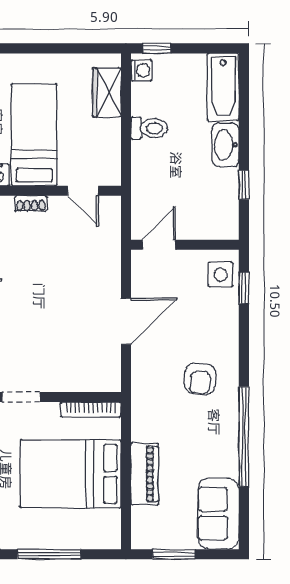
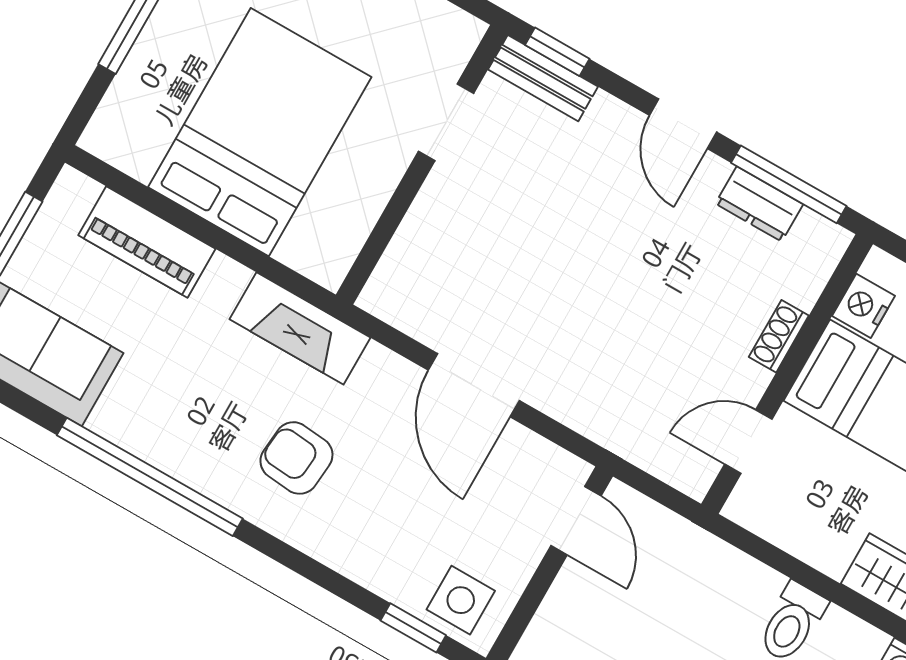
fireplace: (144, 409) -> (300, 328), added
bookcase: (91, 410) -> (353, 233), removed
piano: (145, 474) -> (147, 242), moved

